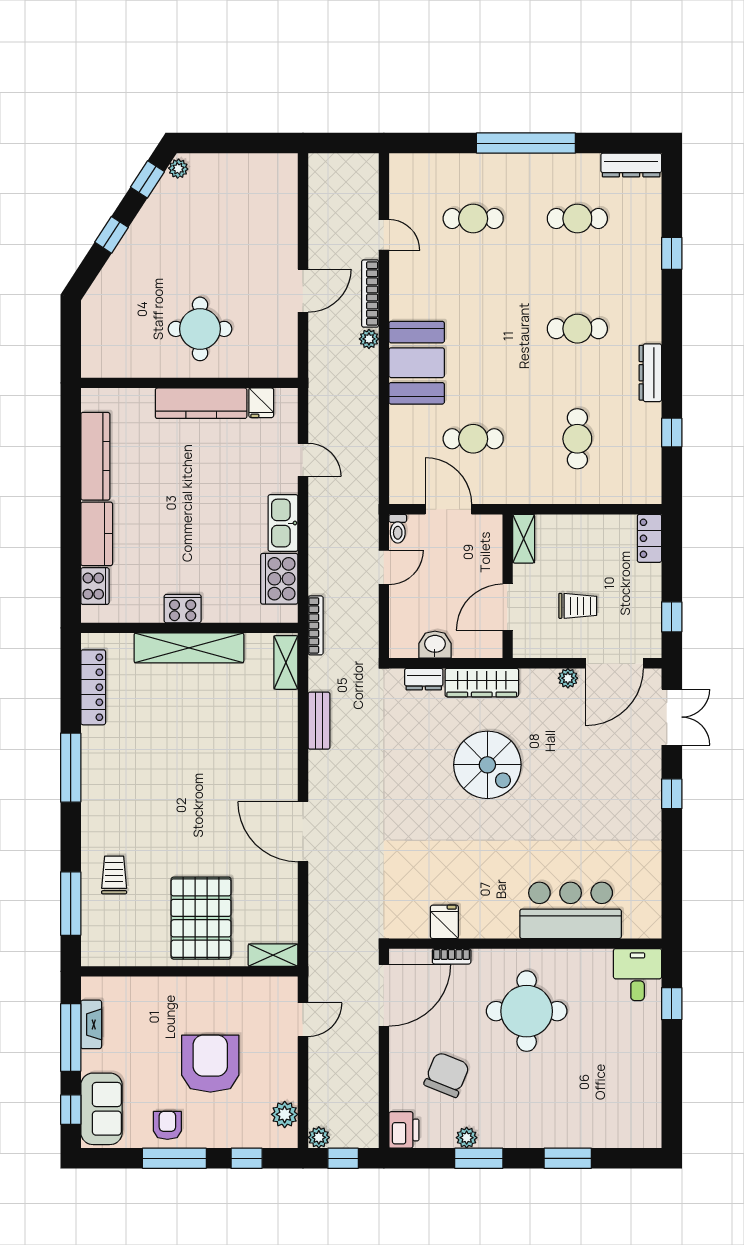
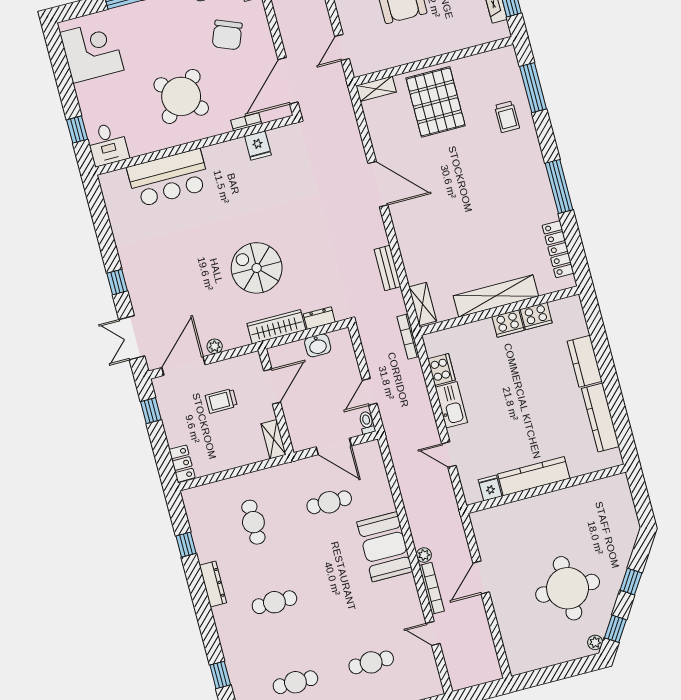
round table: (200, 329) -> (568, 588), moved, width x1.36, depth x1.36
cooker: (279, 579) -> (442, 369), width x0.73, depth x0.76
cooker: (95, 586) -> (536, 316), moved, turned -90
round table: (527, 1011) -> (181, 96), turned 45
corner desk: (626, 1099) -> (92, 51), added

